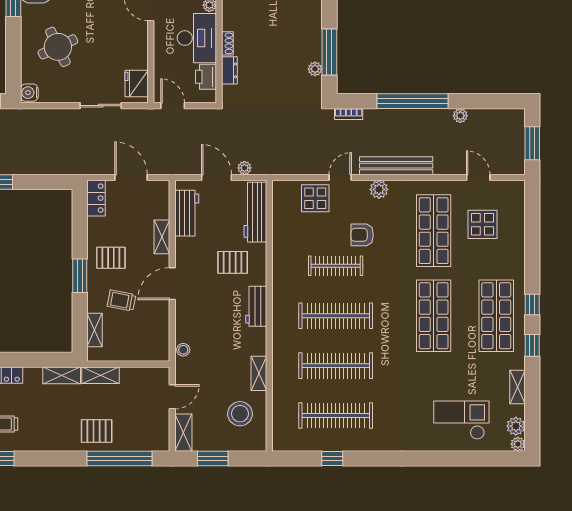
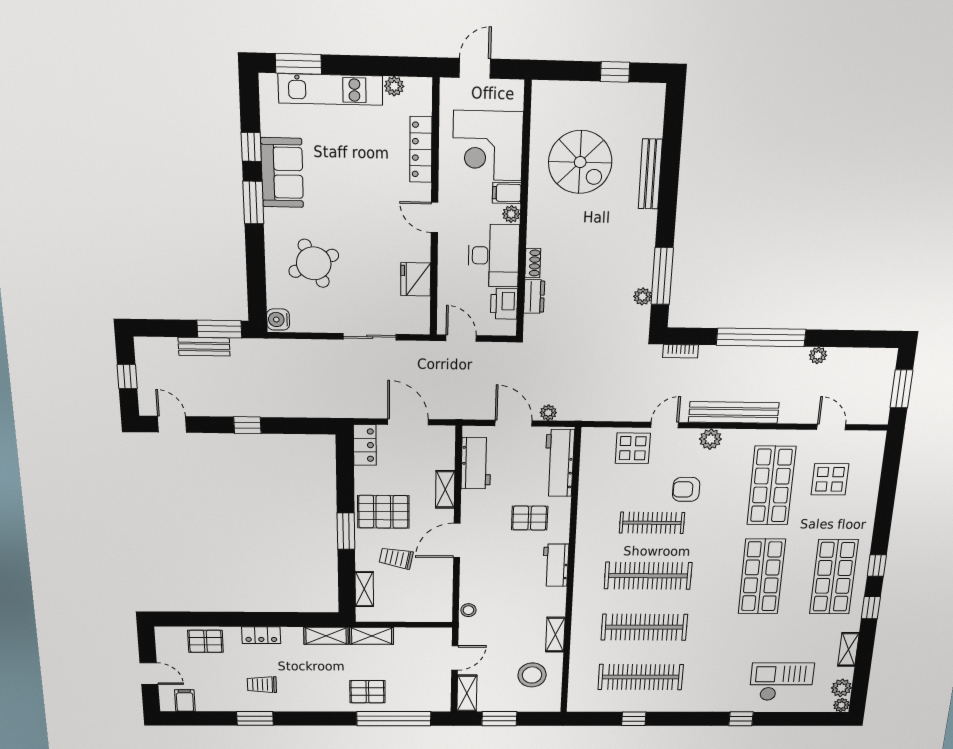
fridge: (137, 83) -> (416, 279), moved
pallet: (111, 258) -> (383, 512), width x1.50, depth x1.42
window: (429, 458) -> (741, 719), added

